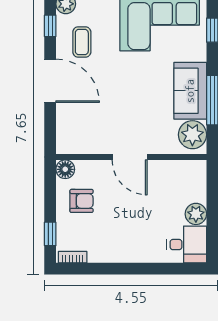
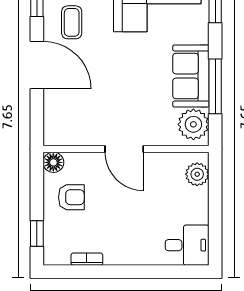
plant: (196, 214) -> (197, 174), moved
bookcase: (73, 257) -> (87, 259), moved

